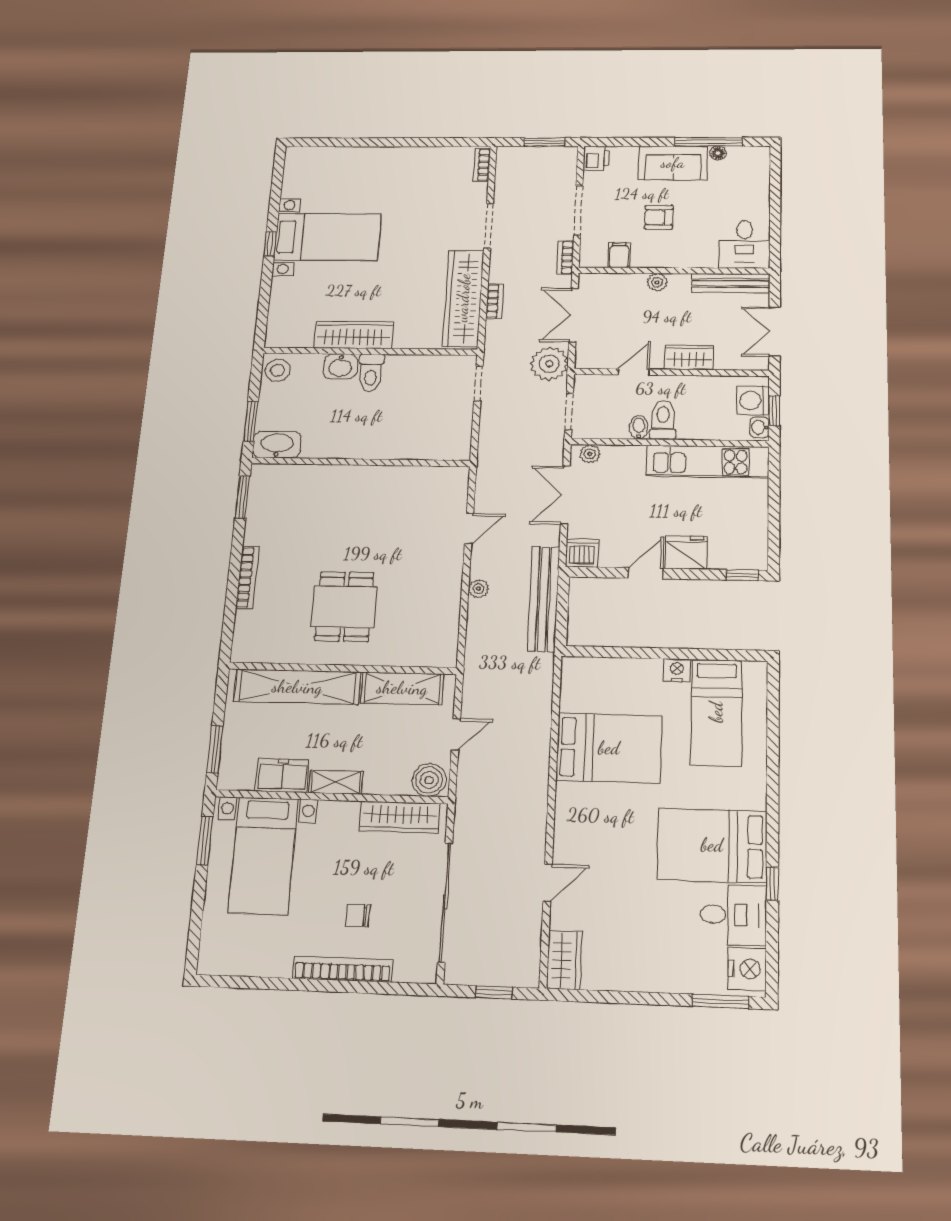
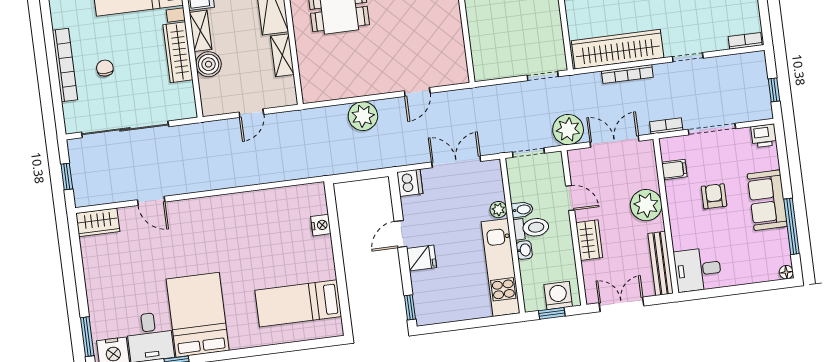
window: (545, 142) -> (774, 90), width x0.67
floor lamp: (718, 153) -> (786, 272), moved
doorway: (489, 226) -> (688, 57), width x0.73
plant: (657, 282) -> (646, 205), width x1.87, depth x1.87
bookcase: (495, 301) -> (627, 74), width x1.56
washbasin: (760, 427) -> (524, 250), moved, turned 90
plant: (590, 454) -> (498, 210), moved
door: (469, 529) -> (417, 92), hinge flipped
fridge: (686, 553) -> (422, 258), width x0.72
door: (645, 573) -> (400, 234), swing flipped
plant: (478, 589) -> (363, 116), width x1.88, depth x1.88
bench: (543, 599) -> (368, 160), removed
nightstand: (677, 670) -> (321, 225), moved
shelving: (402, 688) -> (282, 55), width x0.67, depth x0.75
door: (456, 734) -> (251, 113), hinge flipped
bed: (609, 748) -> (259, 229), removed
boiler: (429, 780) -> (209, 64), moved
wardrobe: (400, 817) -> (178, 52), moved

